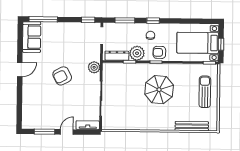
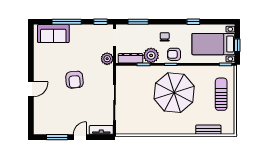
window: (43, 19) -> (67, 22), moved
window: (153, 21) -> (193, 22), moved
sofa: (32, 37) -> (53, 34), moved, turned 90
plant: (94, 67) -> (107, 59), moved
door: (20, 69) -> (31, 89), moved
armchair: (62, 76) -> (74, 80), turned -68
parasol: (159, 90) -> (174, 93), width x1.36, depth x1.36
bench: (192, 126) -> (208, 130), width x0.73

